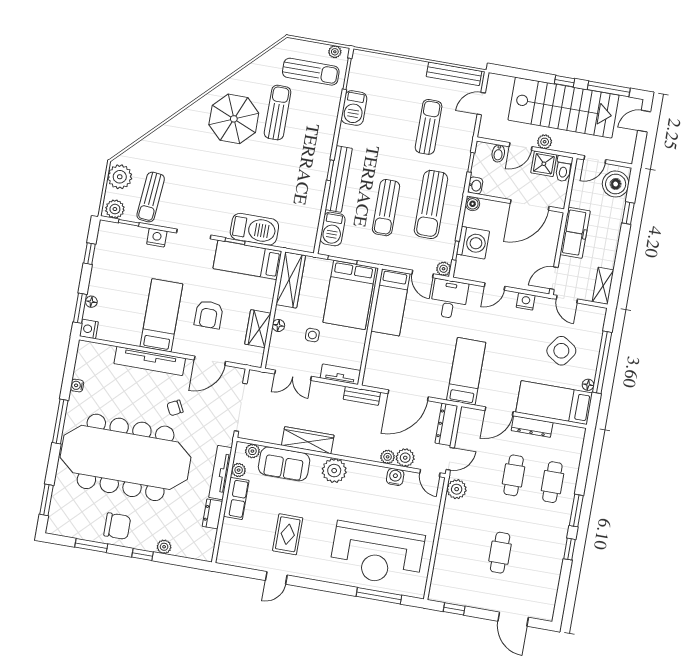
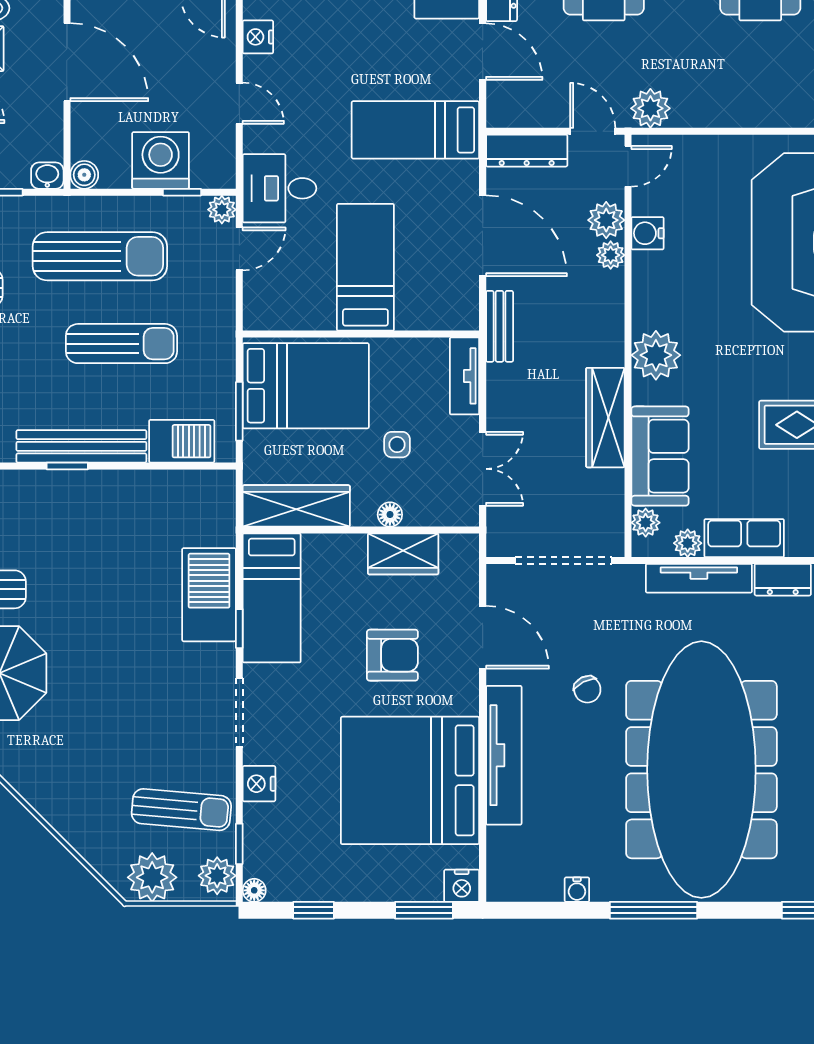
floor lamp: (91, 302) -> (254, 890), moved
bed: (391, 302) -> (365, 267), moved, turned -90
bed: (161, 315) -> (410, 780), width x2.04

